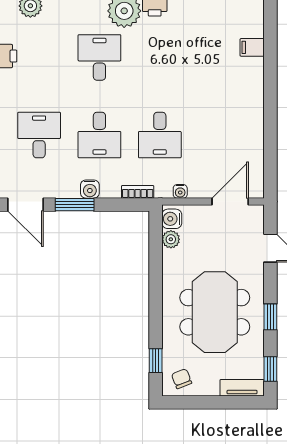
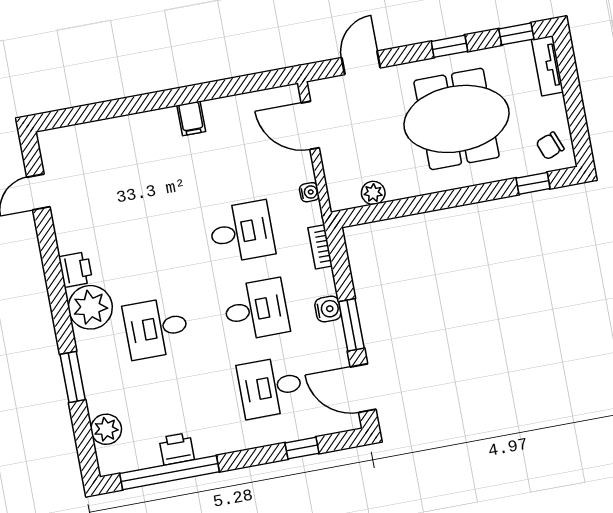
filing cabinet: (252, 47) -> (191, 118), moved
door: (26, 205) -> (363, 388), swing flipped
water cooler: (172, 219) -> (347, 196), removed

